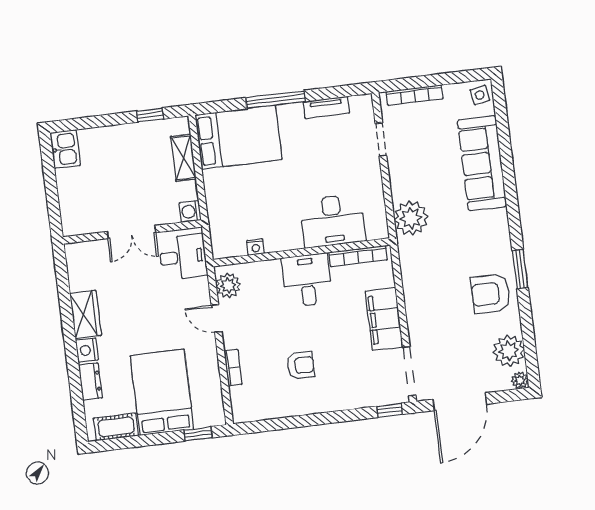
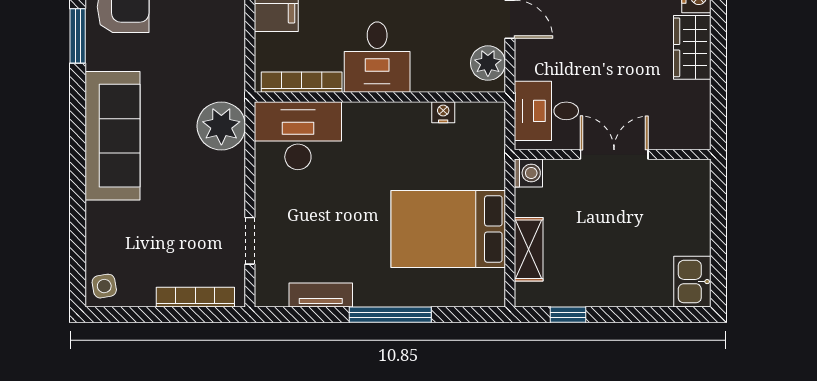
bed: (239, 137) -> (448, 229), moved
sofa: (482, 163) -> (113, 136), moved
desk: (333, 221) -> (298, 136), moved

